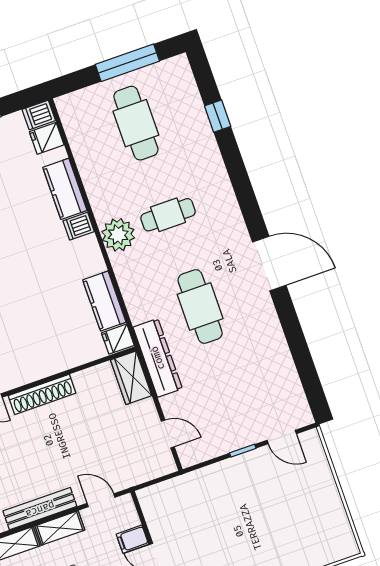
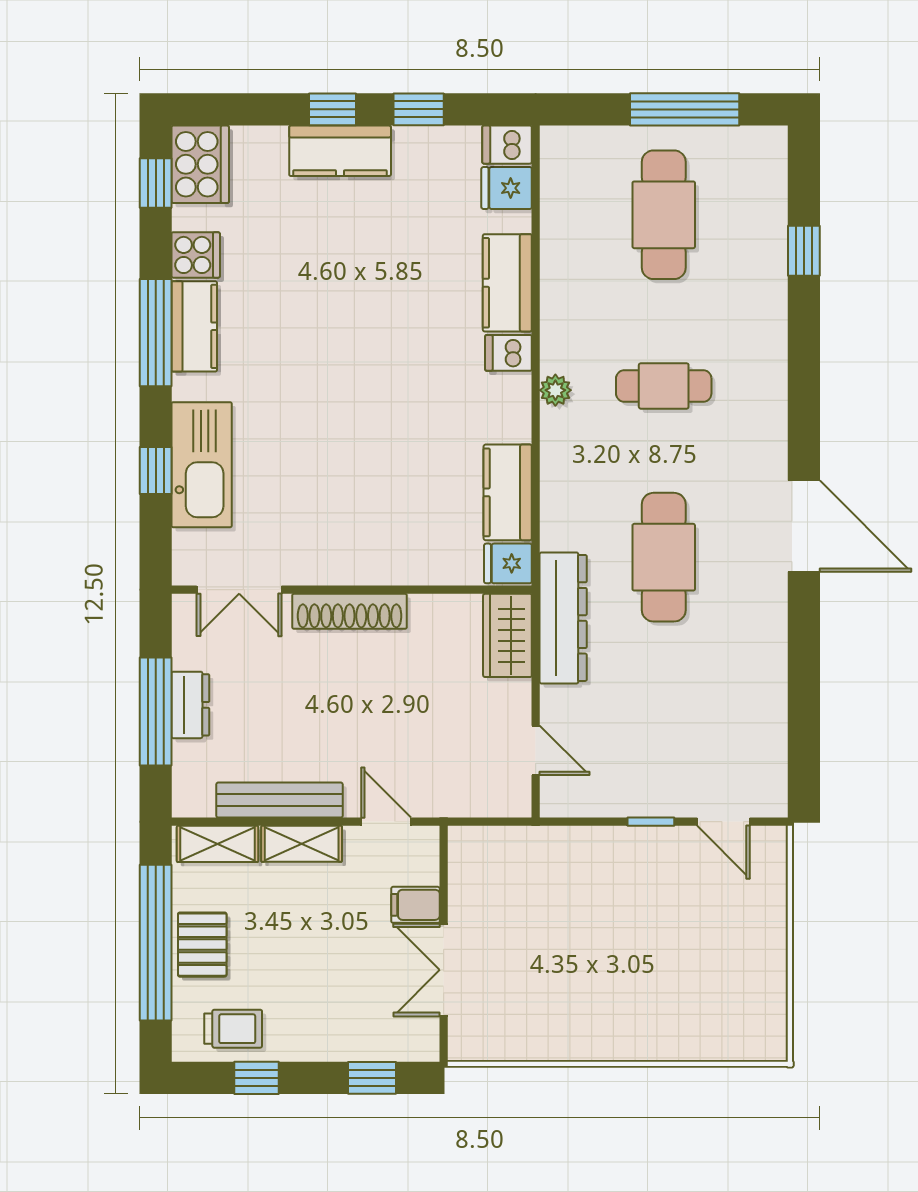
plant: (118, 235) -> (555, 390), width x0.53, depth x0.53

